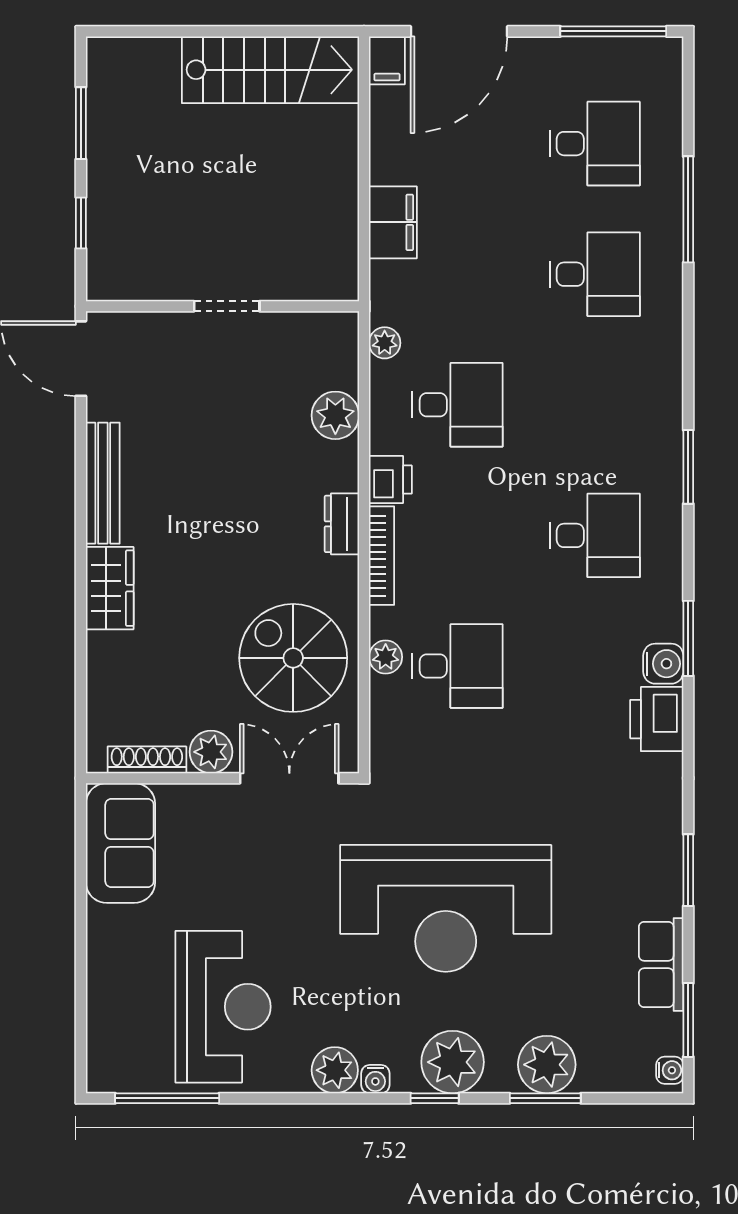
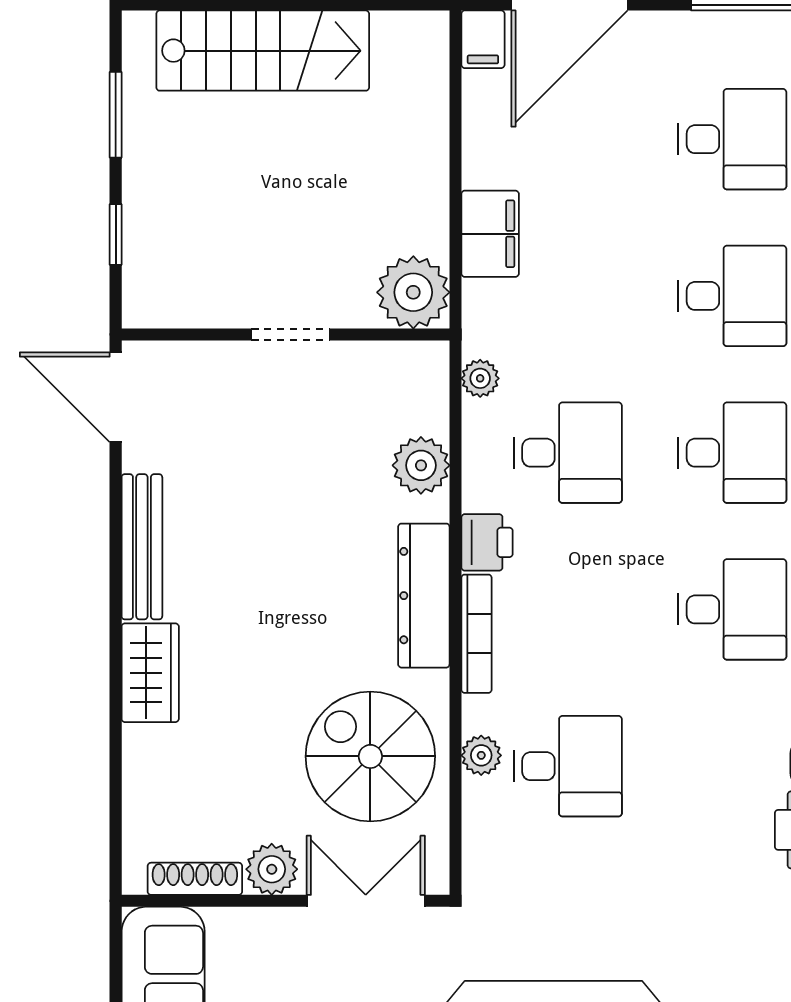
stairs: (270, 70) -> (263, 51), moved
plant: (329, 271) -> (413, 292), added
desk: (595, 405) -> (732, 453), added
dresser: (342, 524) -> (424, 596), width x1.96, depth x1.24

